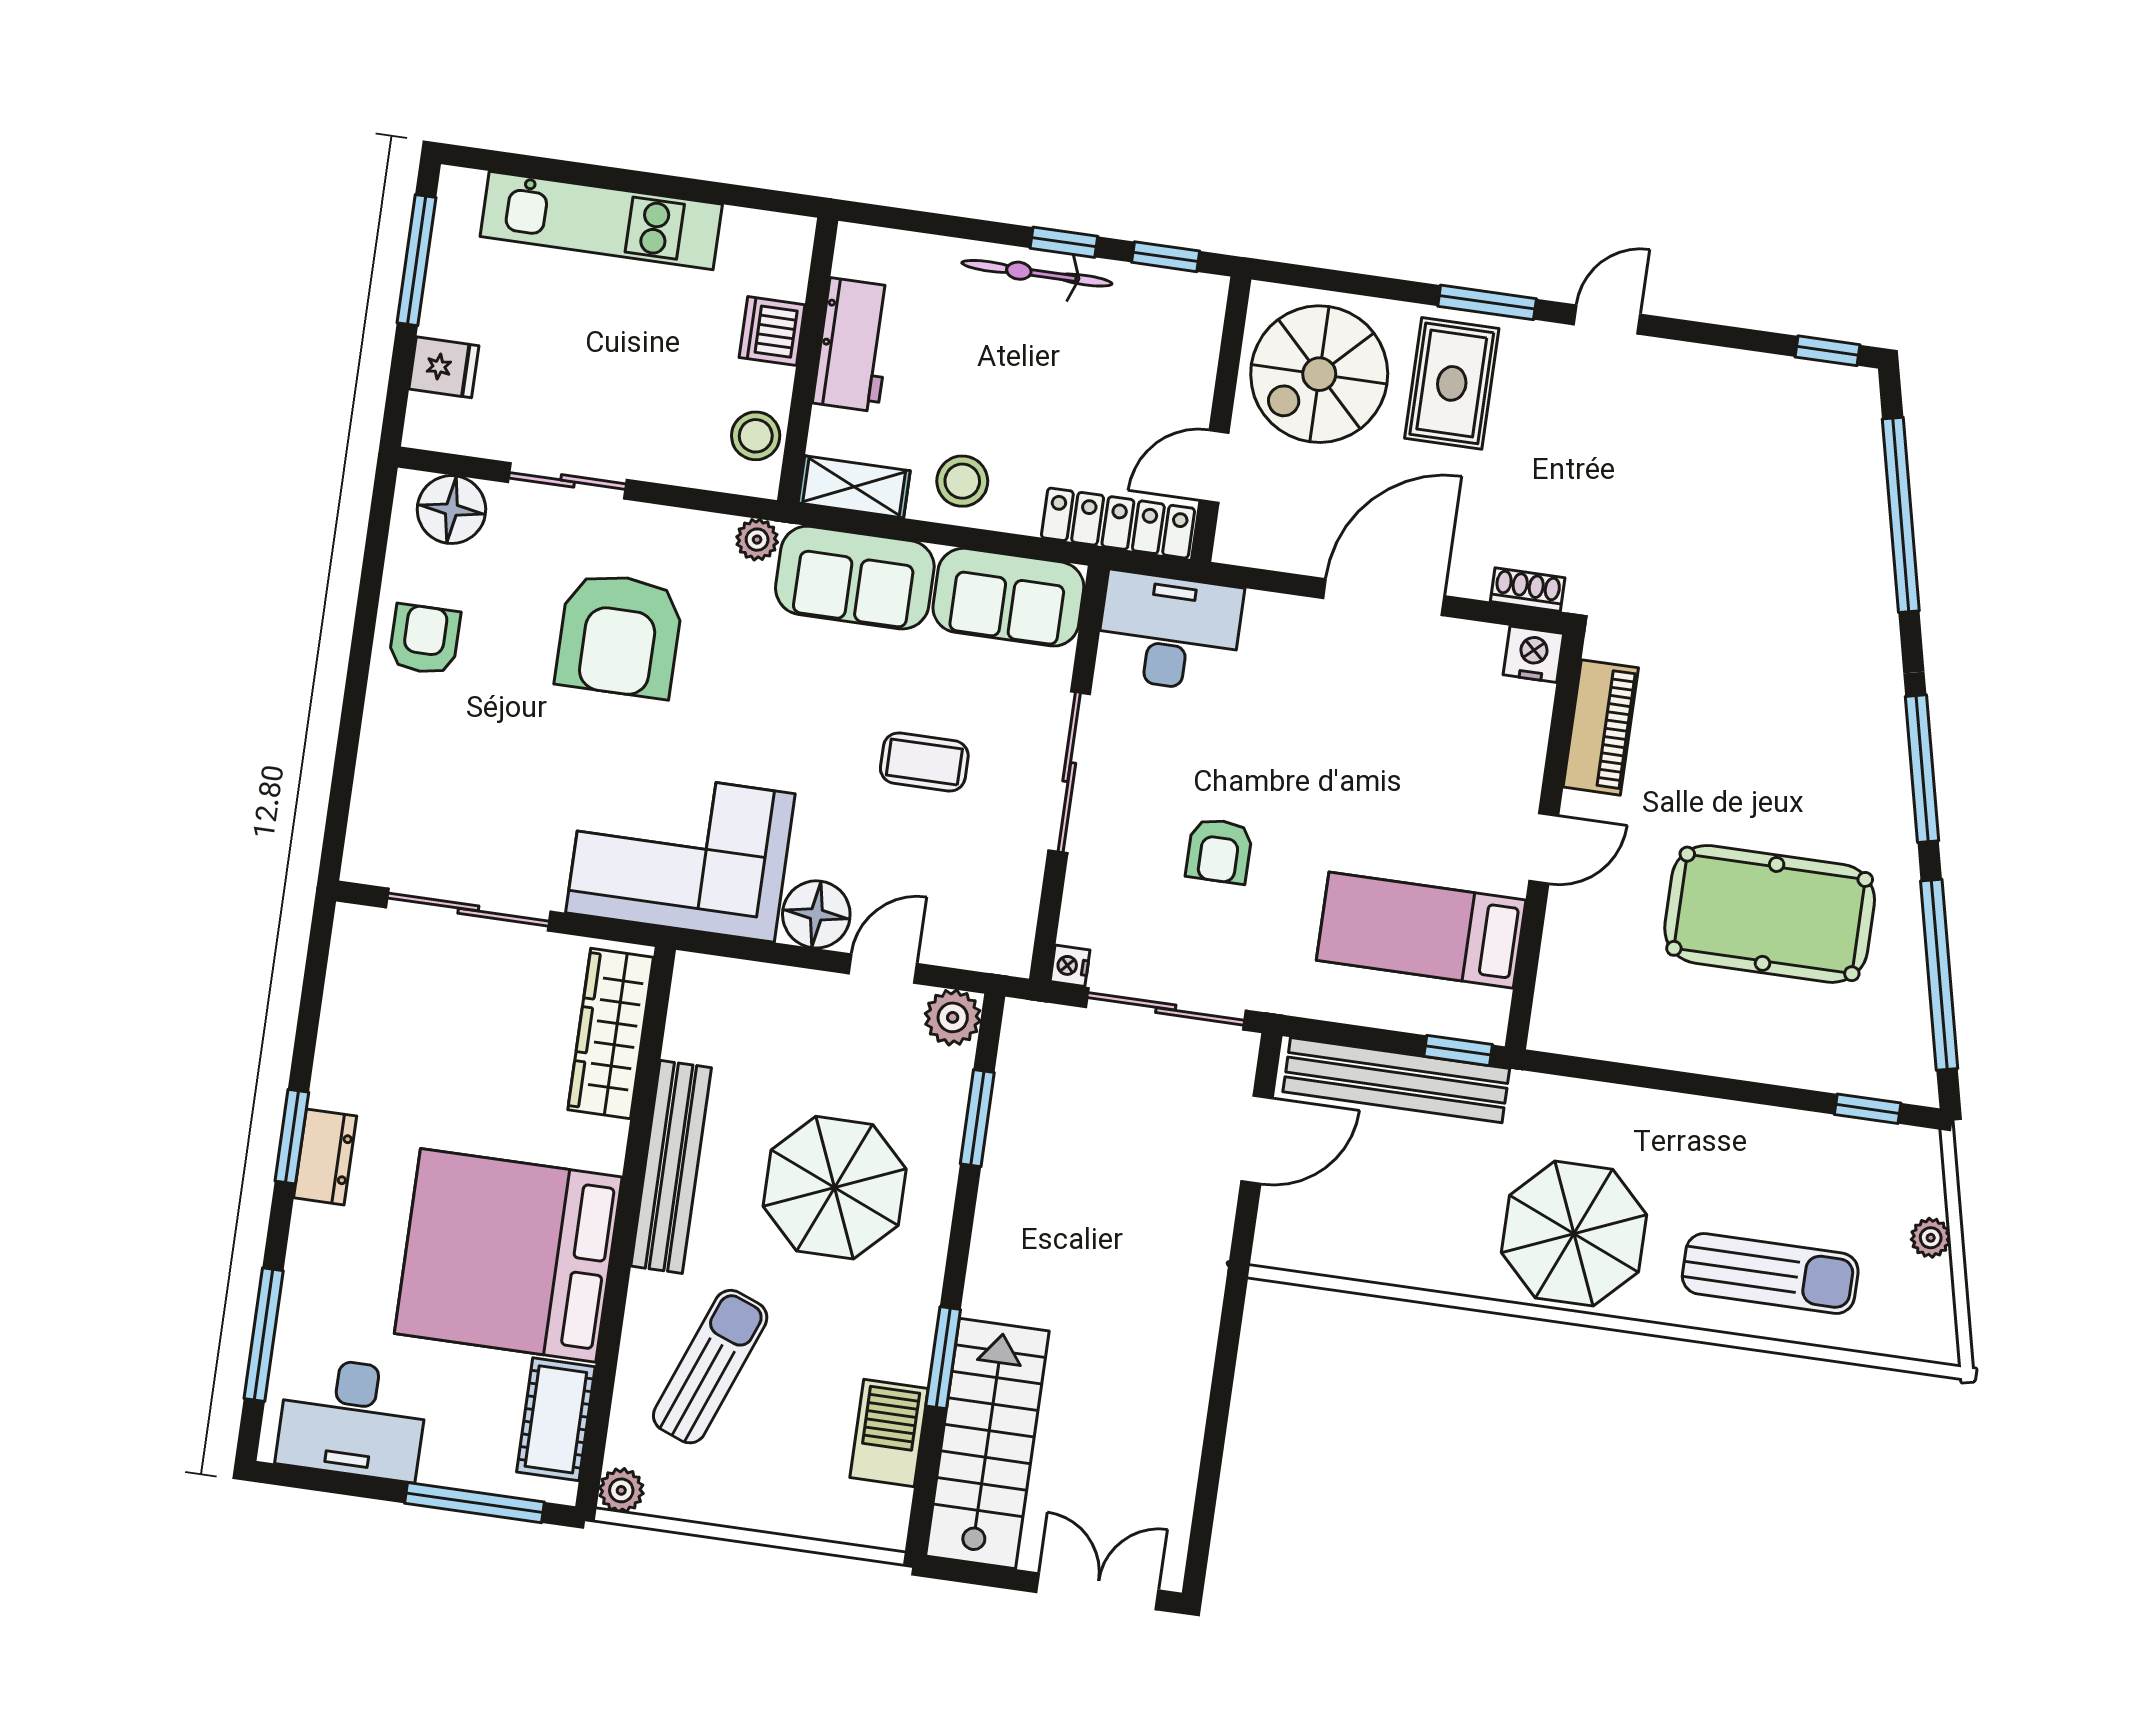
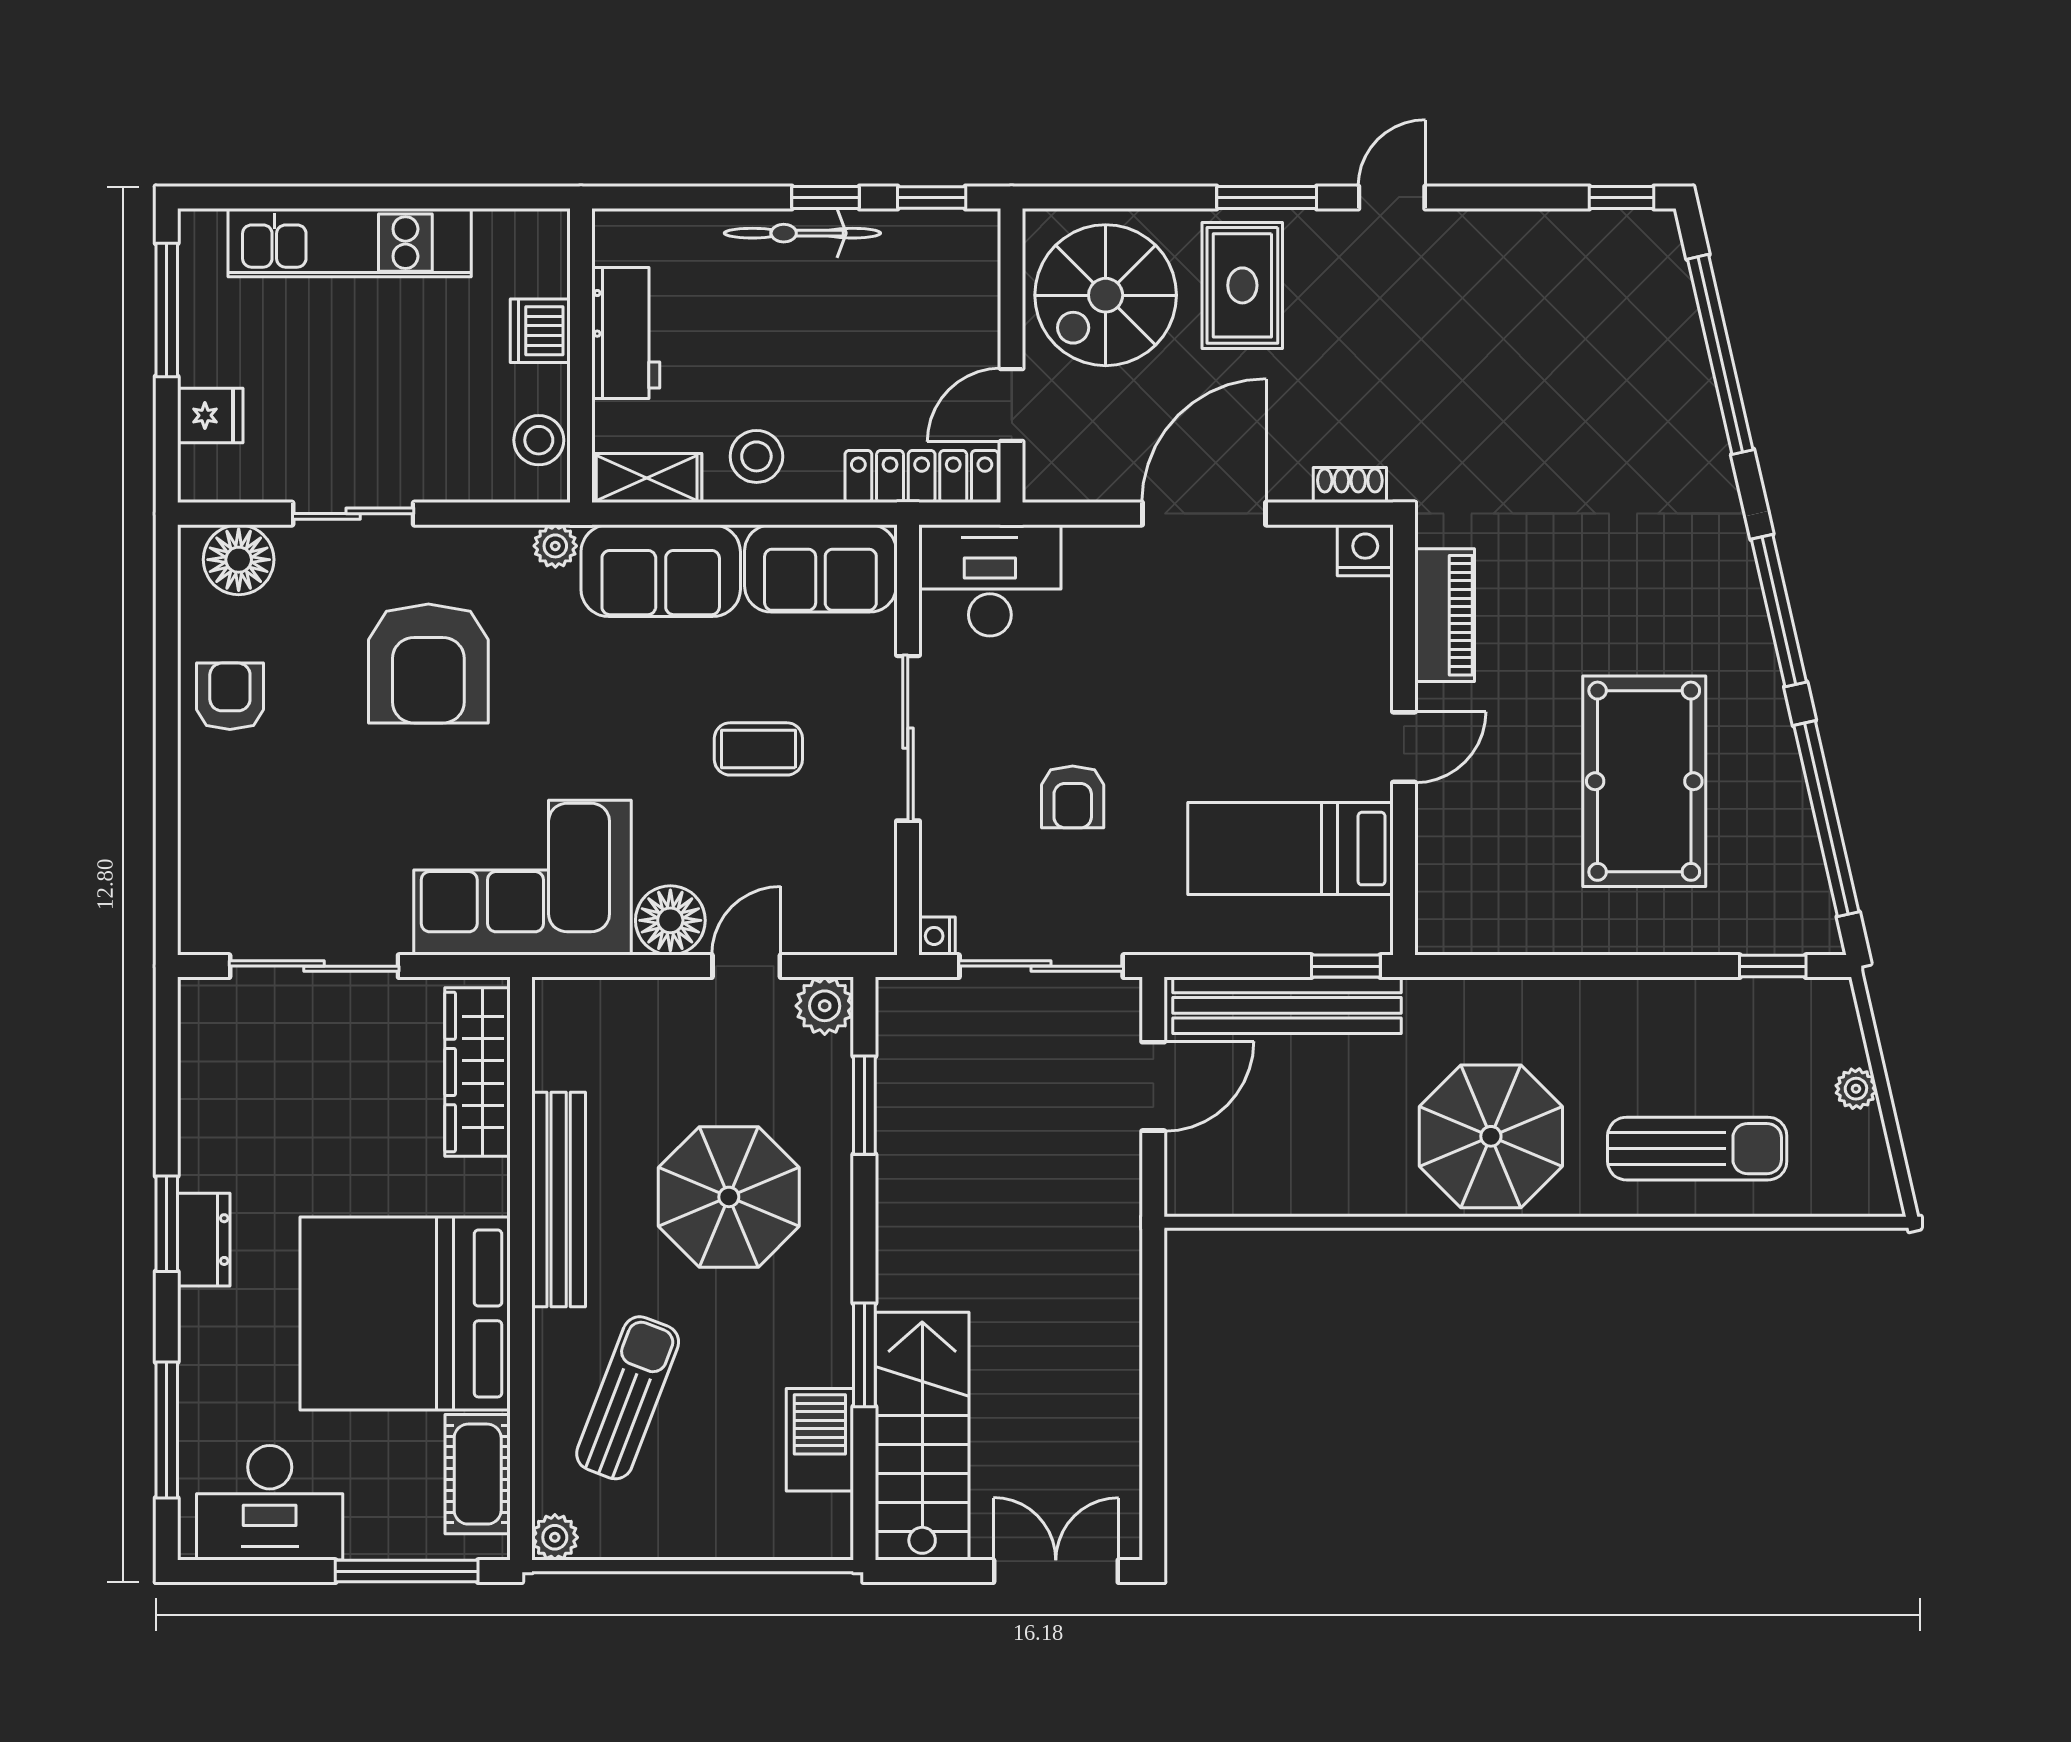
pool table: (1770, 914) -> (1644, 781), turned 90

